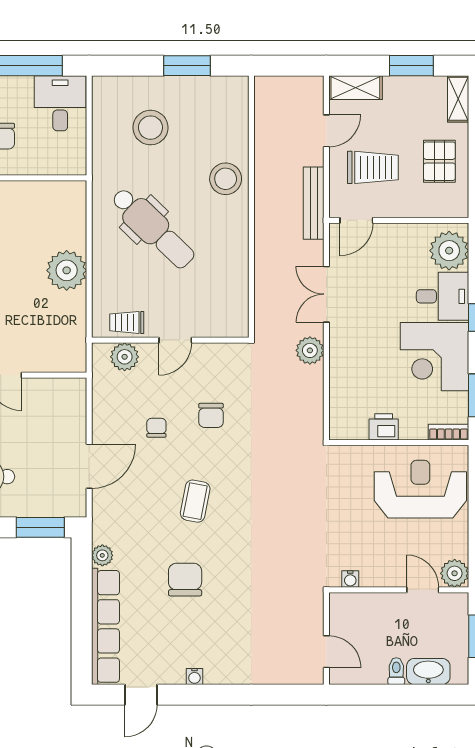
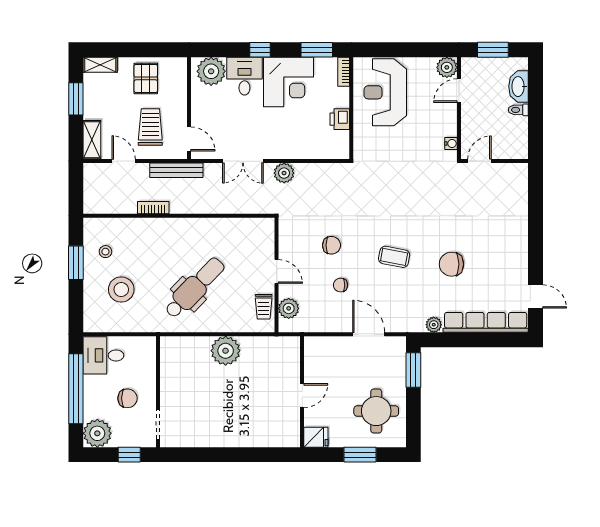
pallet: (439, 161) -> (146, 78), turned 90
bookcase: (262, 171) -> (153, 208), added
stool: (226, 179) -> (105, 252), moved, width x0.53, depth x0.53
door: (326, 652) -> (479, 161), moved
water cooler: (194, 677) -> (522, 257), removed

